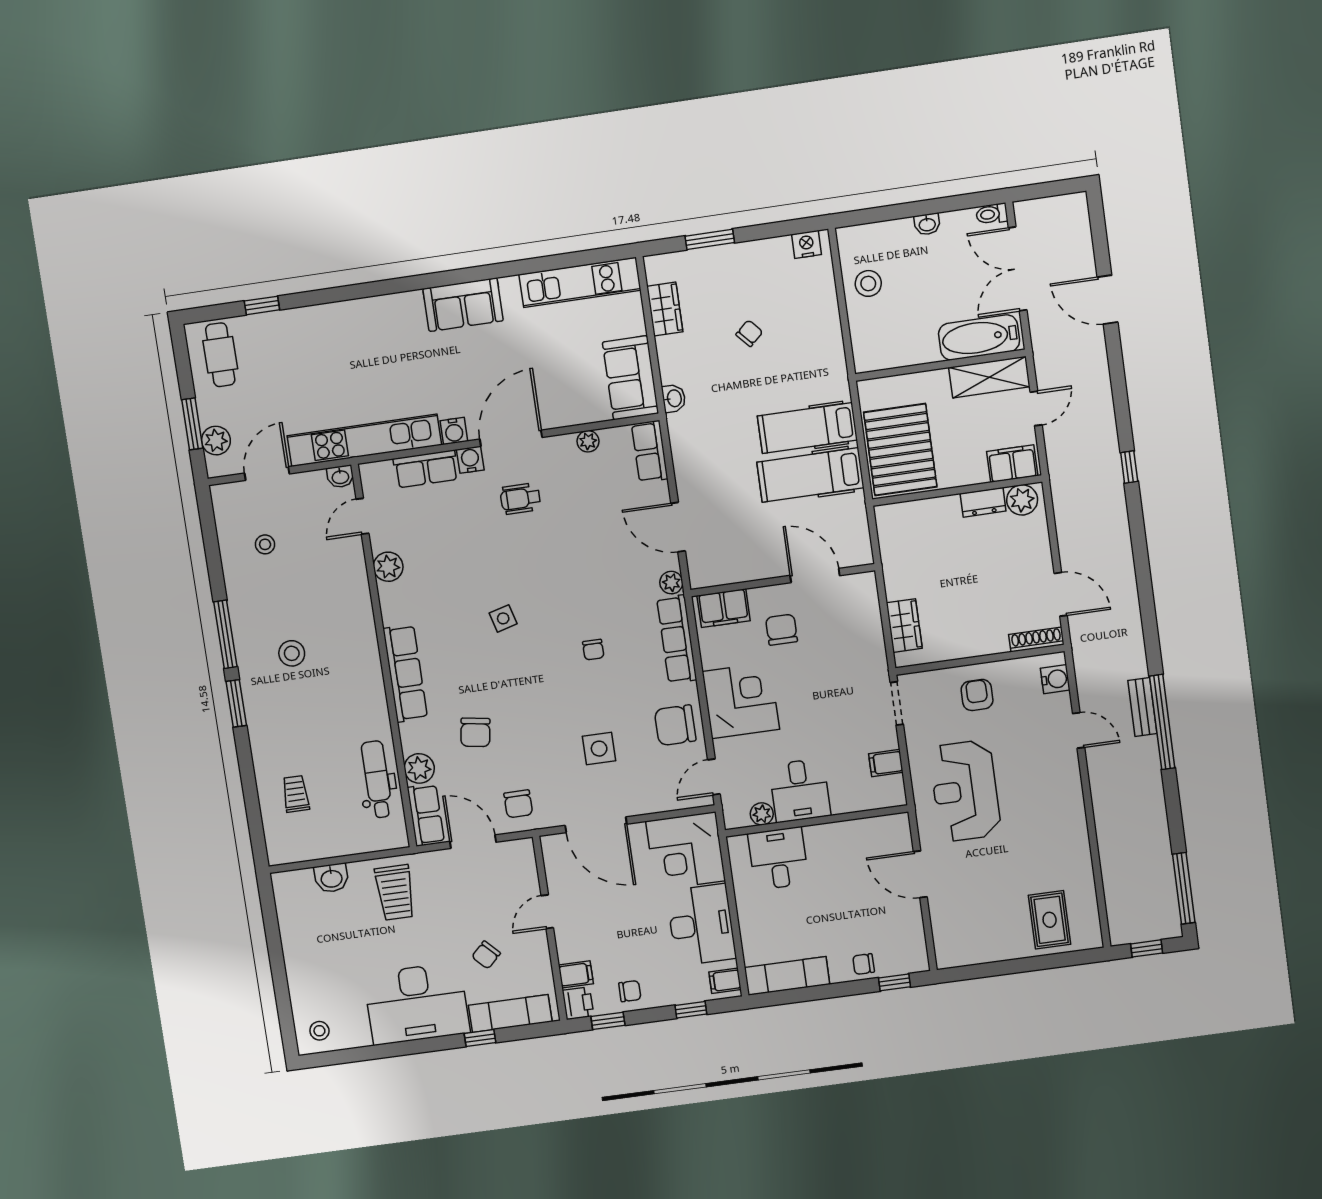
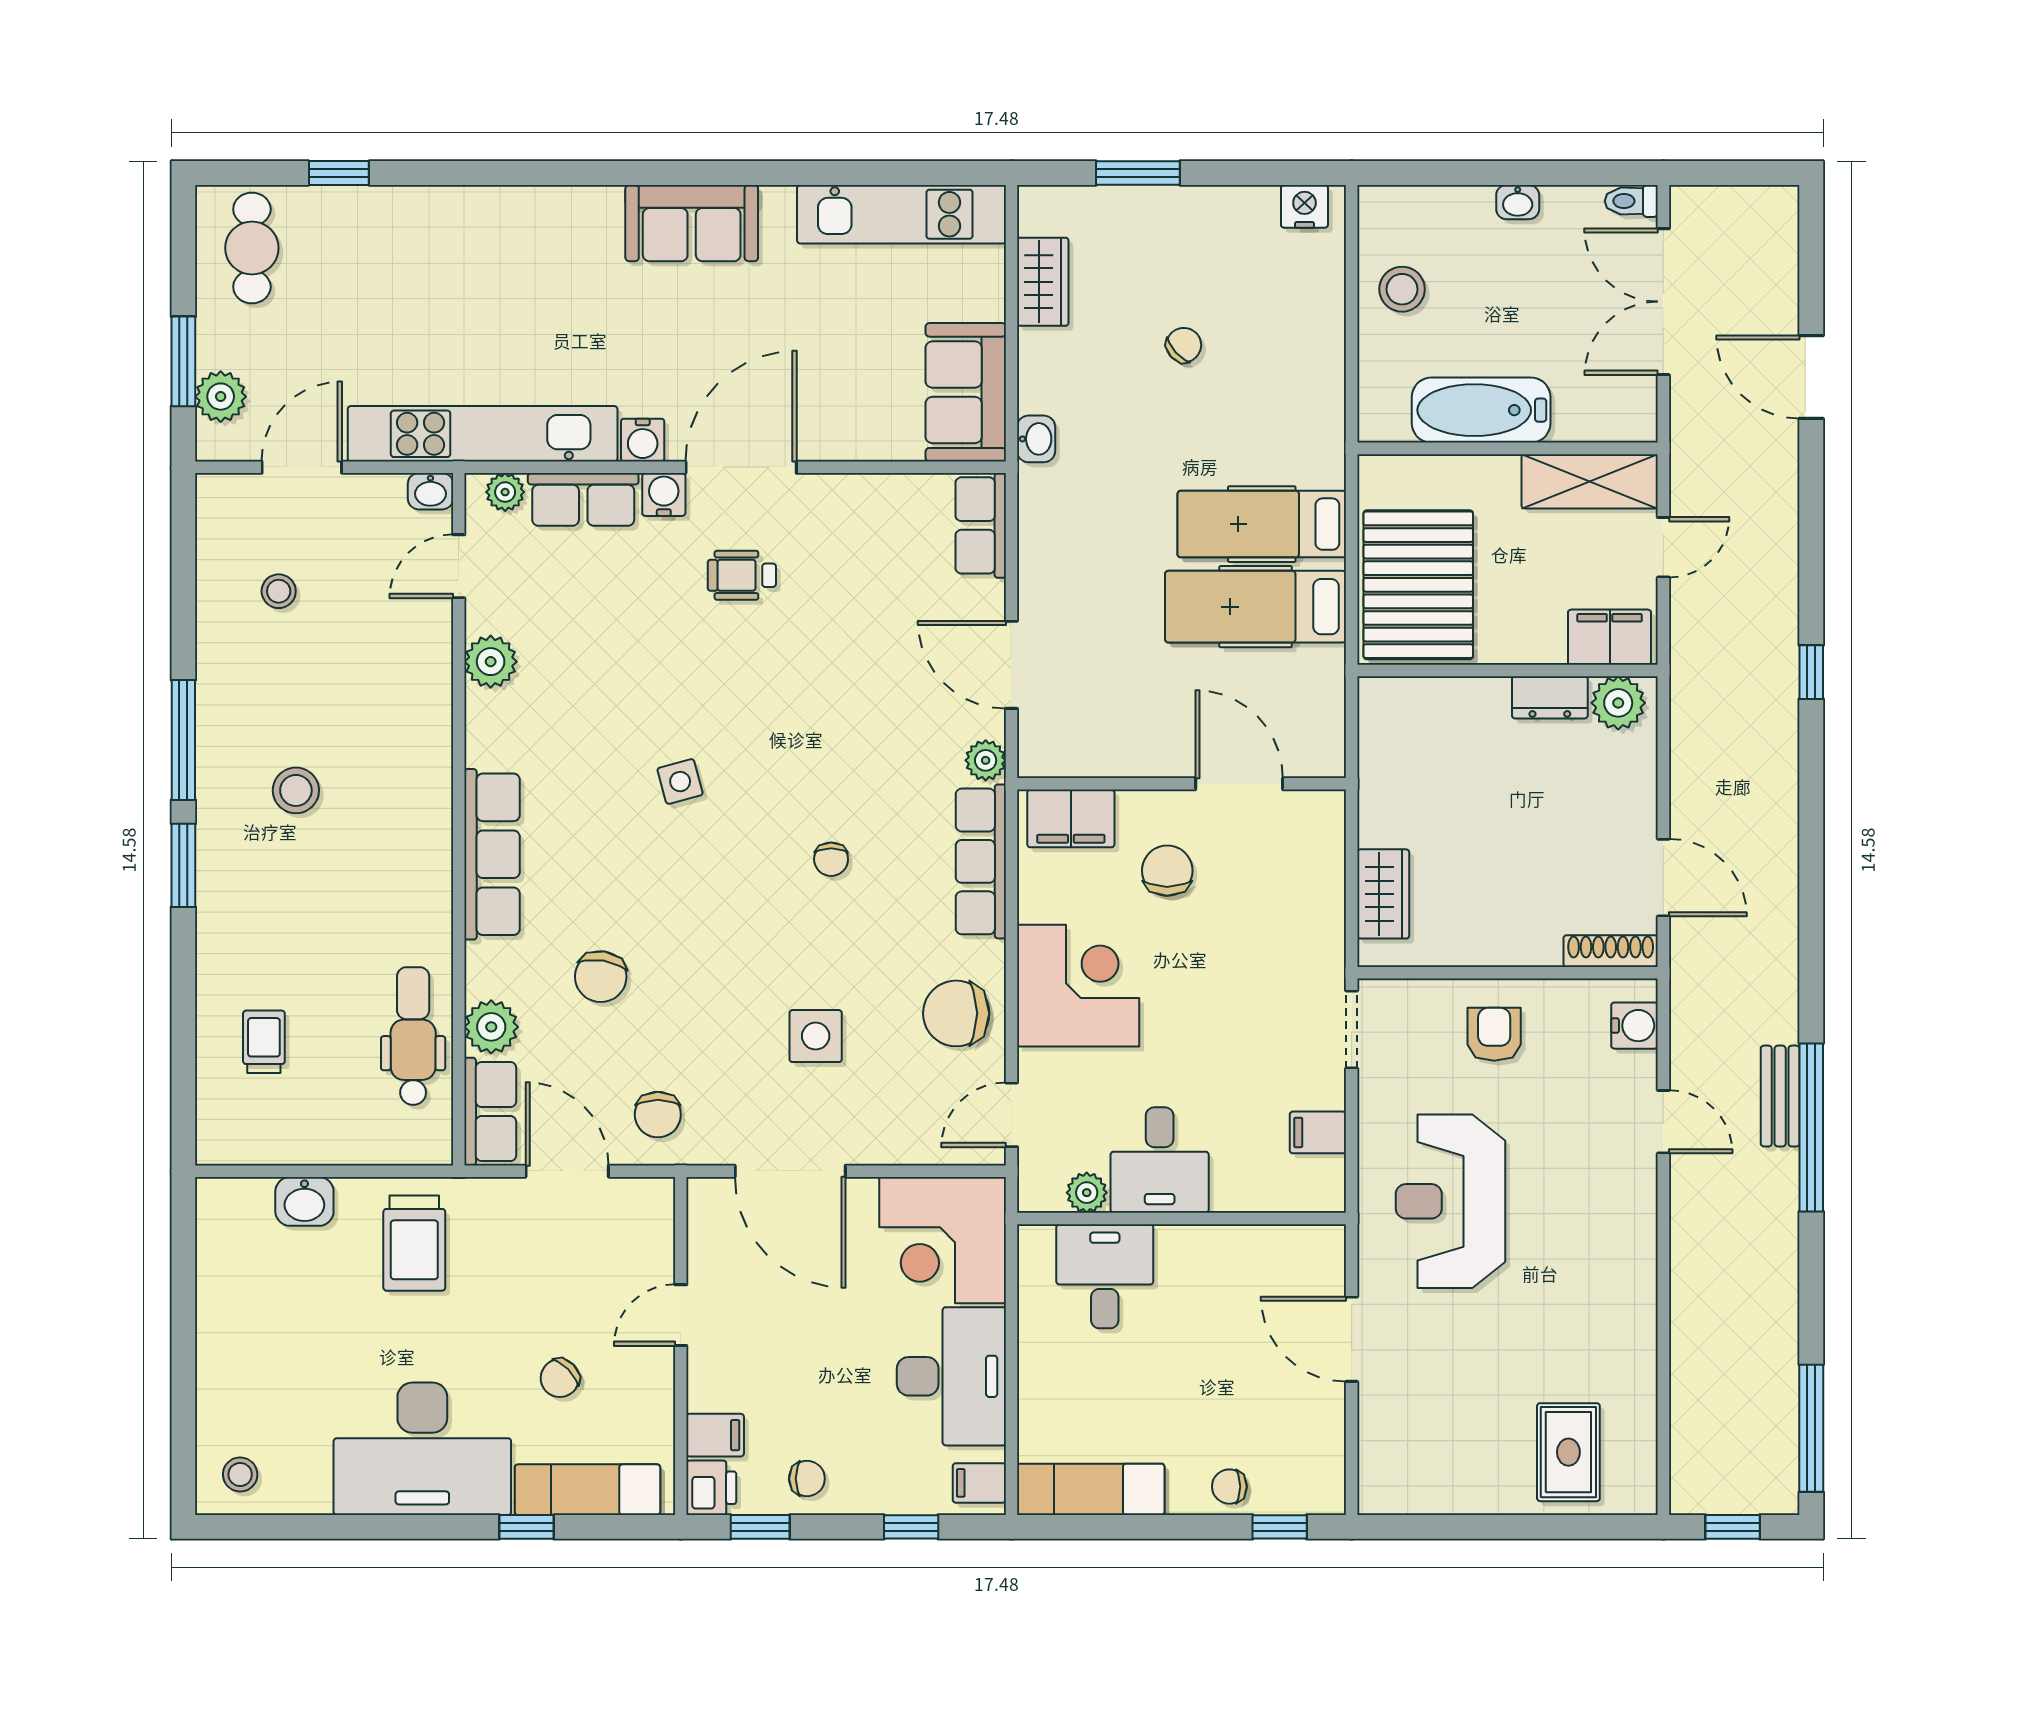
bathtub: (979, 337) -> (1481, 410), moved
plant: (588, 441) -> (505, 492), moved

